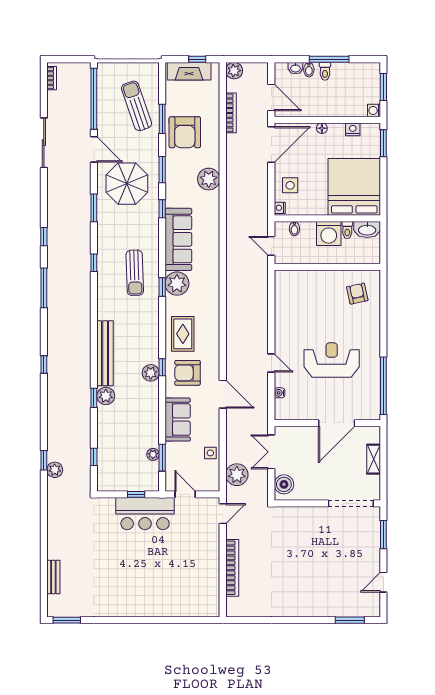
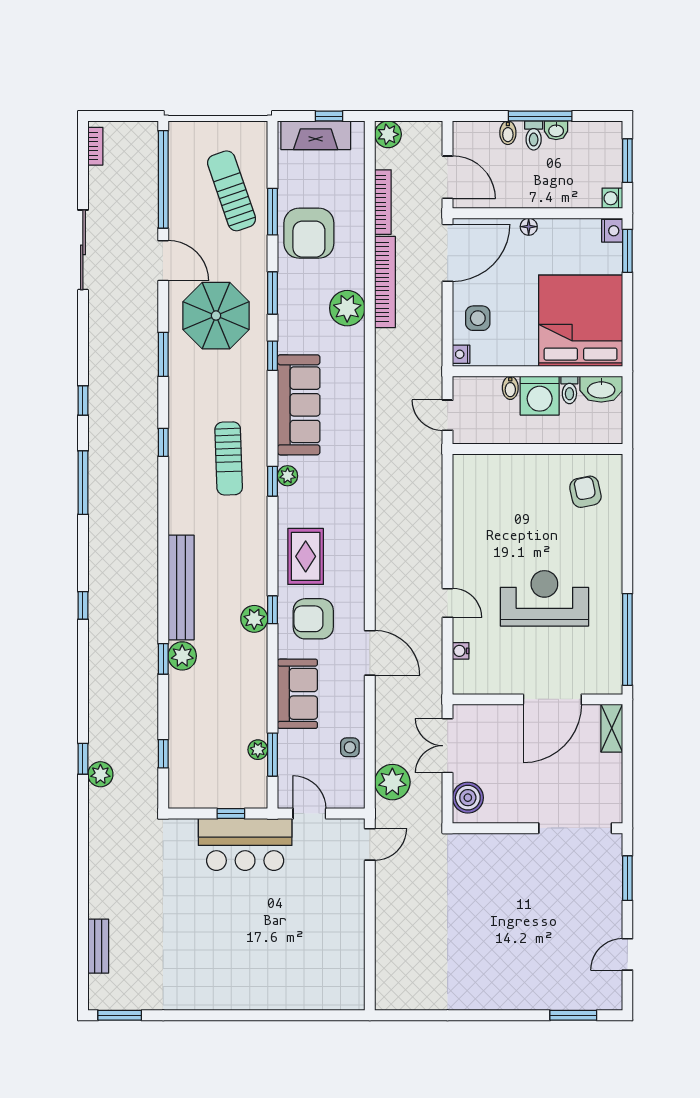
washbasin: (295, 68) -> (556, 130), moved
nightstand: (353, 129) -> (612, 231), moved, turned 90
bidet: (294, 229) -> (510, 388), moved
plant: (177, 284) -> (288, 476), width x0.53, depth x0.53
shelving: (374, 459) -> (612, 728), moved
bookcase: (232, 568) -> (385, 282), moved

